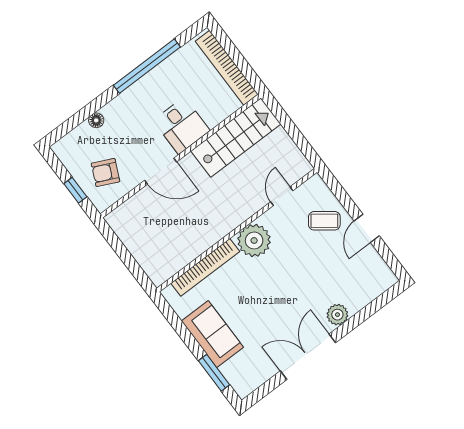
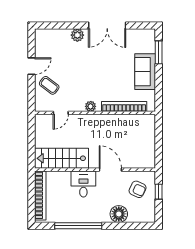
floor lamp: (96, 120) -> (119, 214), width x1.89, depth x1.89
plant: (254, 240) -> (91, 106), width x0.53, depth x0.53

